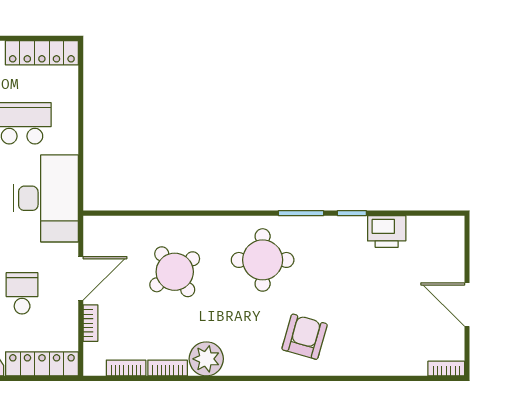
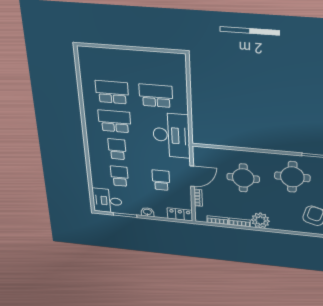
locker: (42, 53) -> (165, 59), removed
round table: (175, 272) -> (243, 178), turned 36
locker: (42, 364) -> (180, 214), width x0.66

